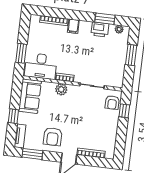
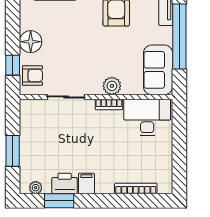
filing cabinet: (73, 26) -> (86, 184), moved
window: (21, 53) -> (179, 133), removed
armchair: (112, 102) -> (32, 76), turned 90
window: (13, 116) -> (179, 36), width x3.17
floor lamp: (111, 125) -> (31, 42), added

